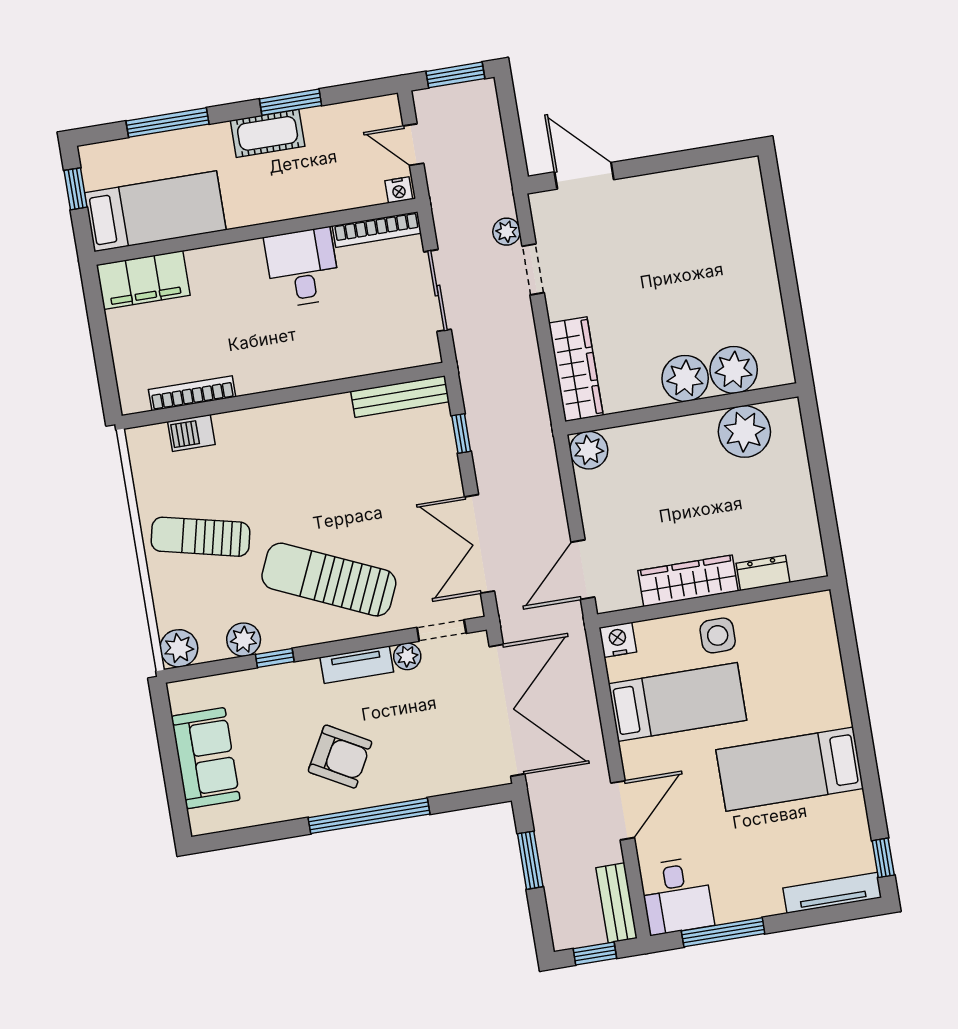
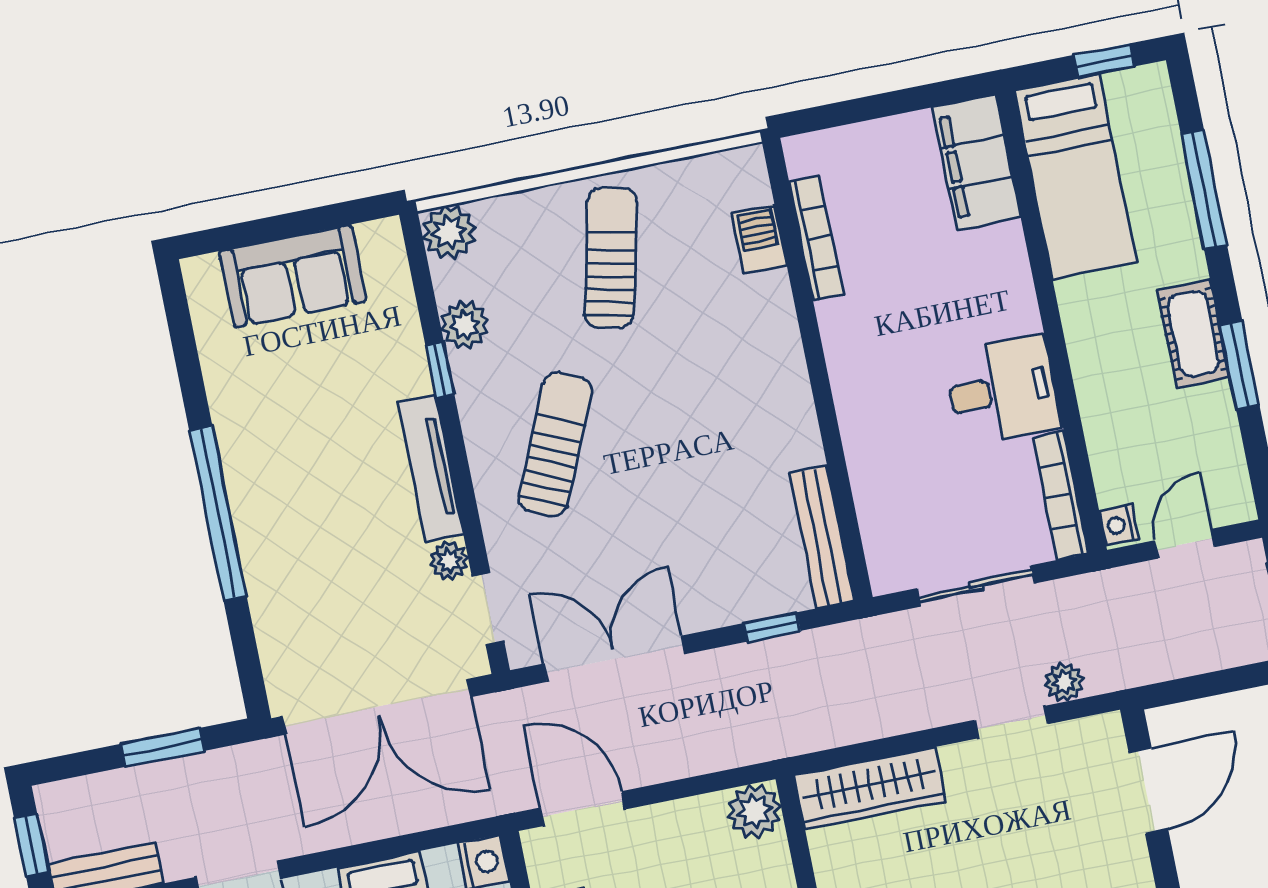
sun lounger: (329, 580) -> (555, 444), width x0.73, depth x0.75
tv unit: (357, 665) -> (431, 468), width x1.41
armchair: (340, 757) -> (302, 469), removed

